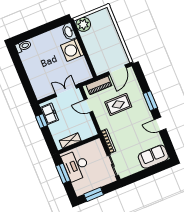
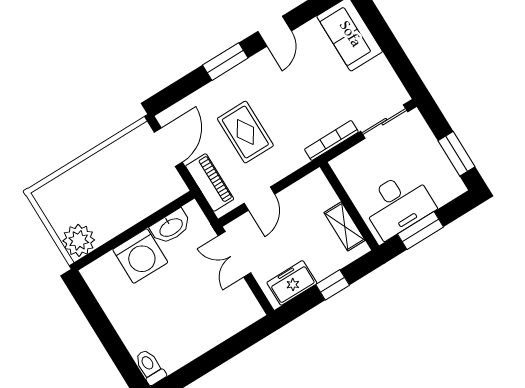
washbasin: (69, 32) -> (171, 227), moved
door: (117, 70) -> (168, 147), hinge flipped
window: (42, 121) -> (333, 285), moved

